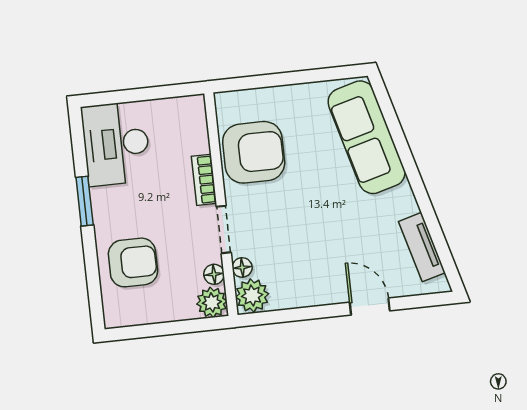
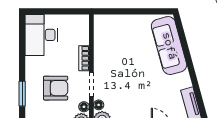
armchair: (254, 152) -> (111, 47), removed
window: (85, 201) -> (22, 94), moved
armchair: (133, 262) -> (56, 88), moved

